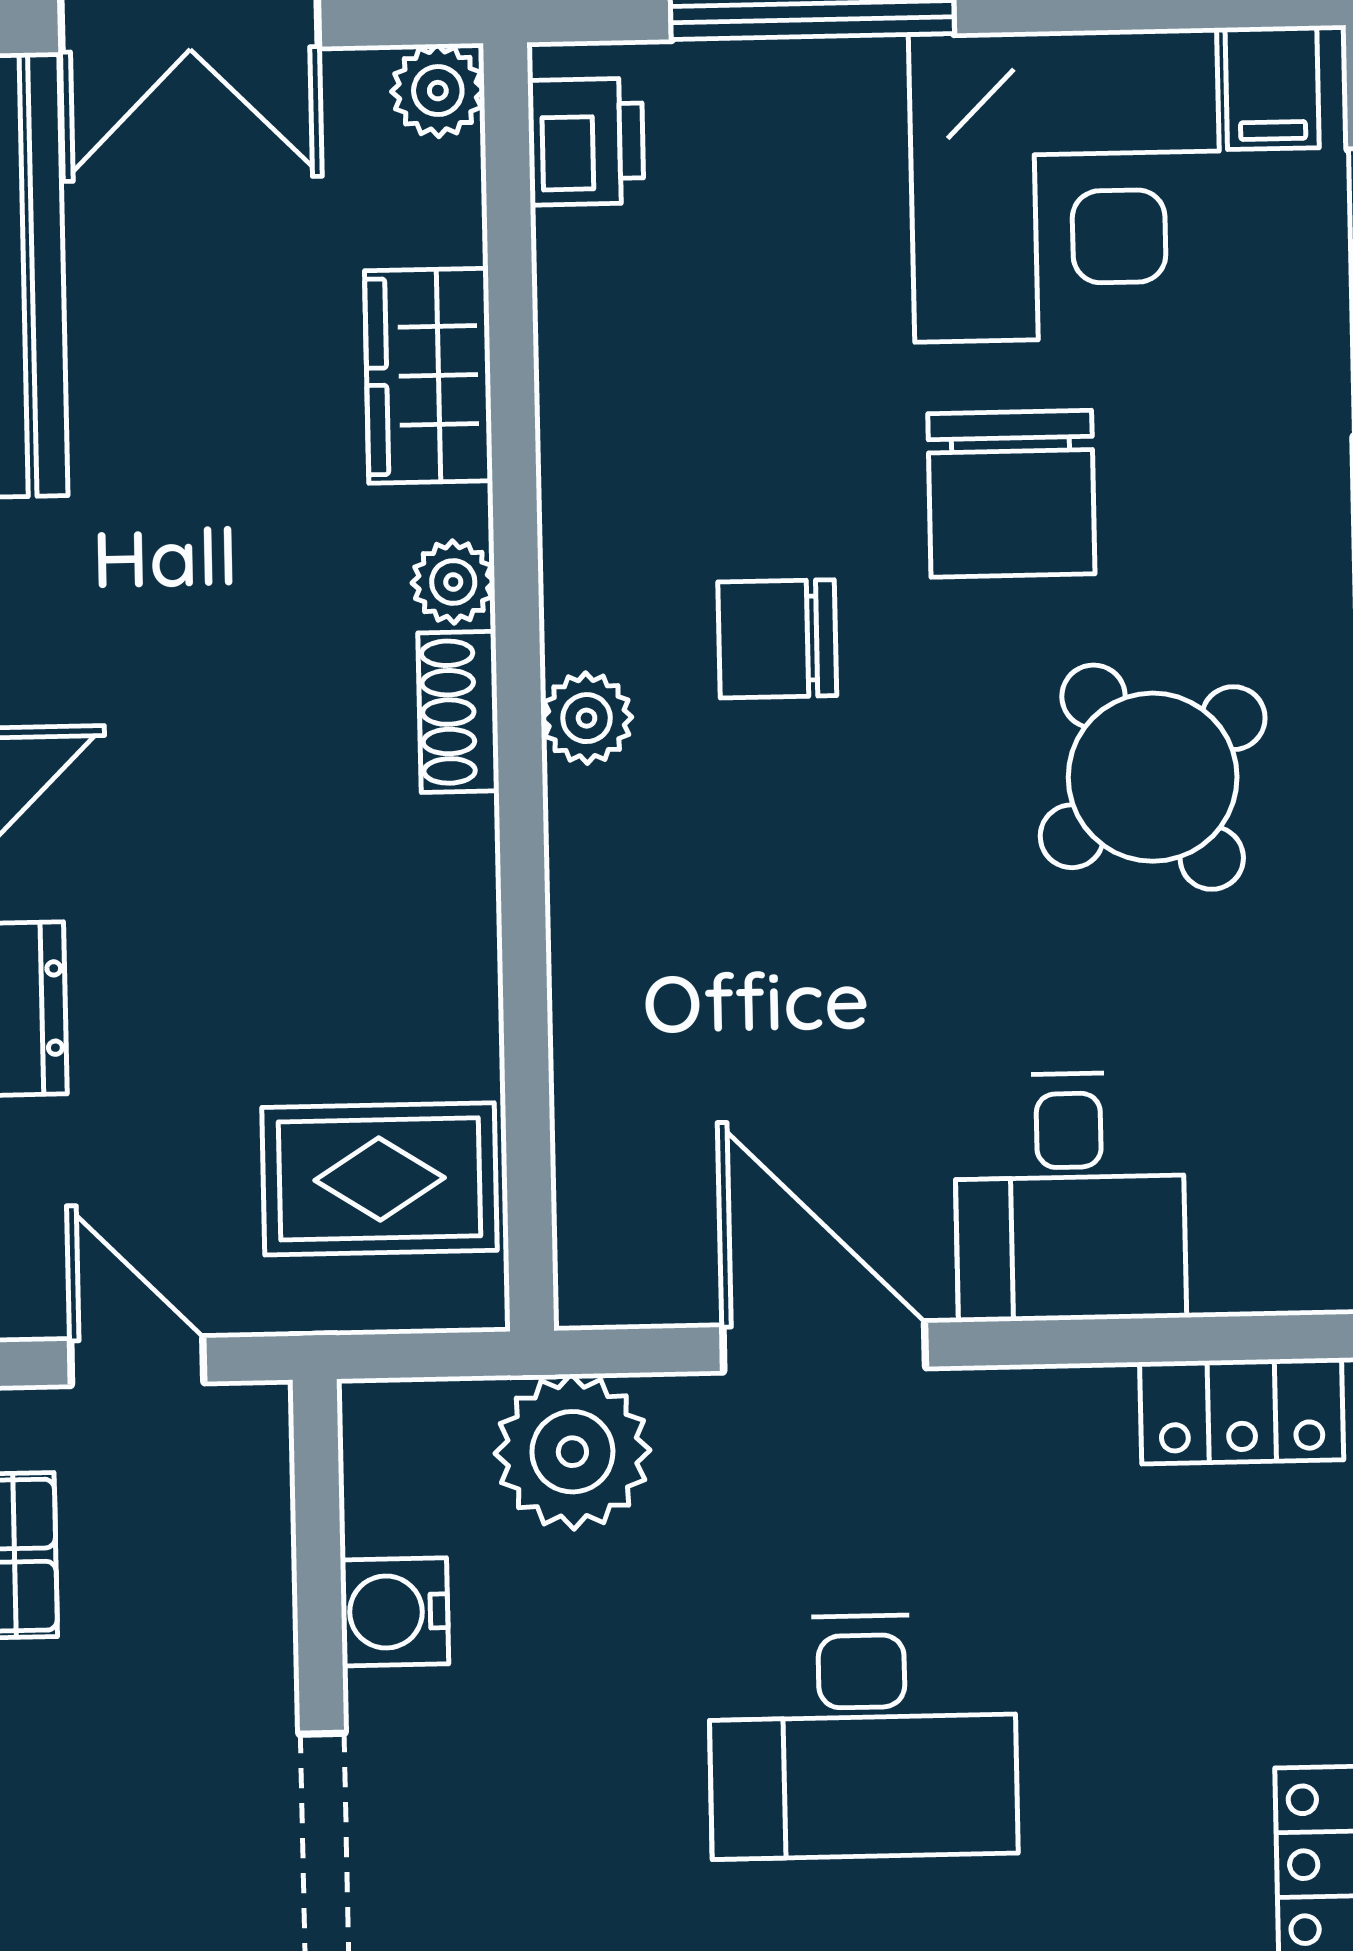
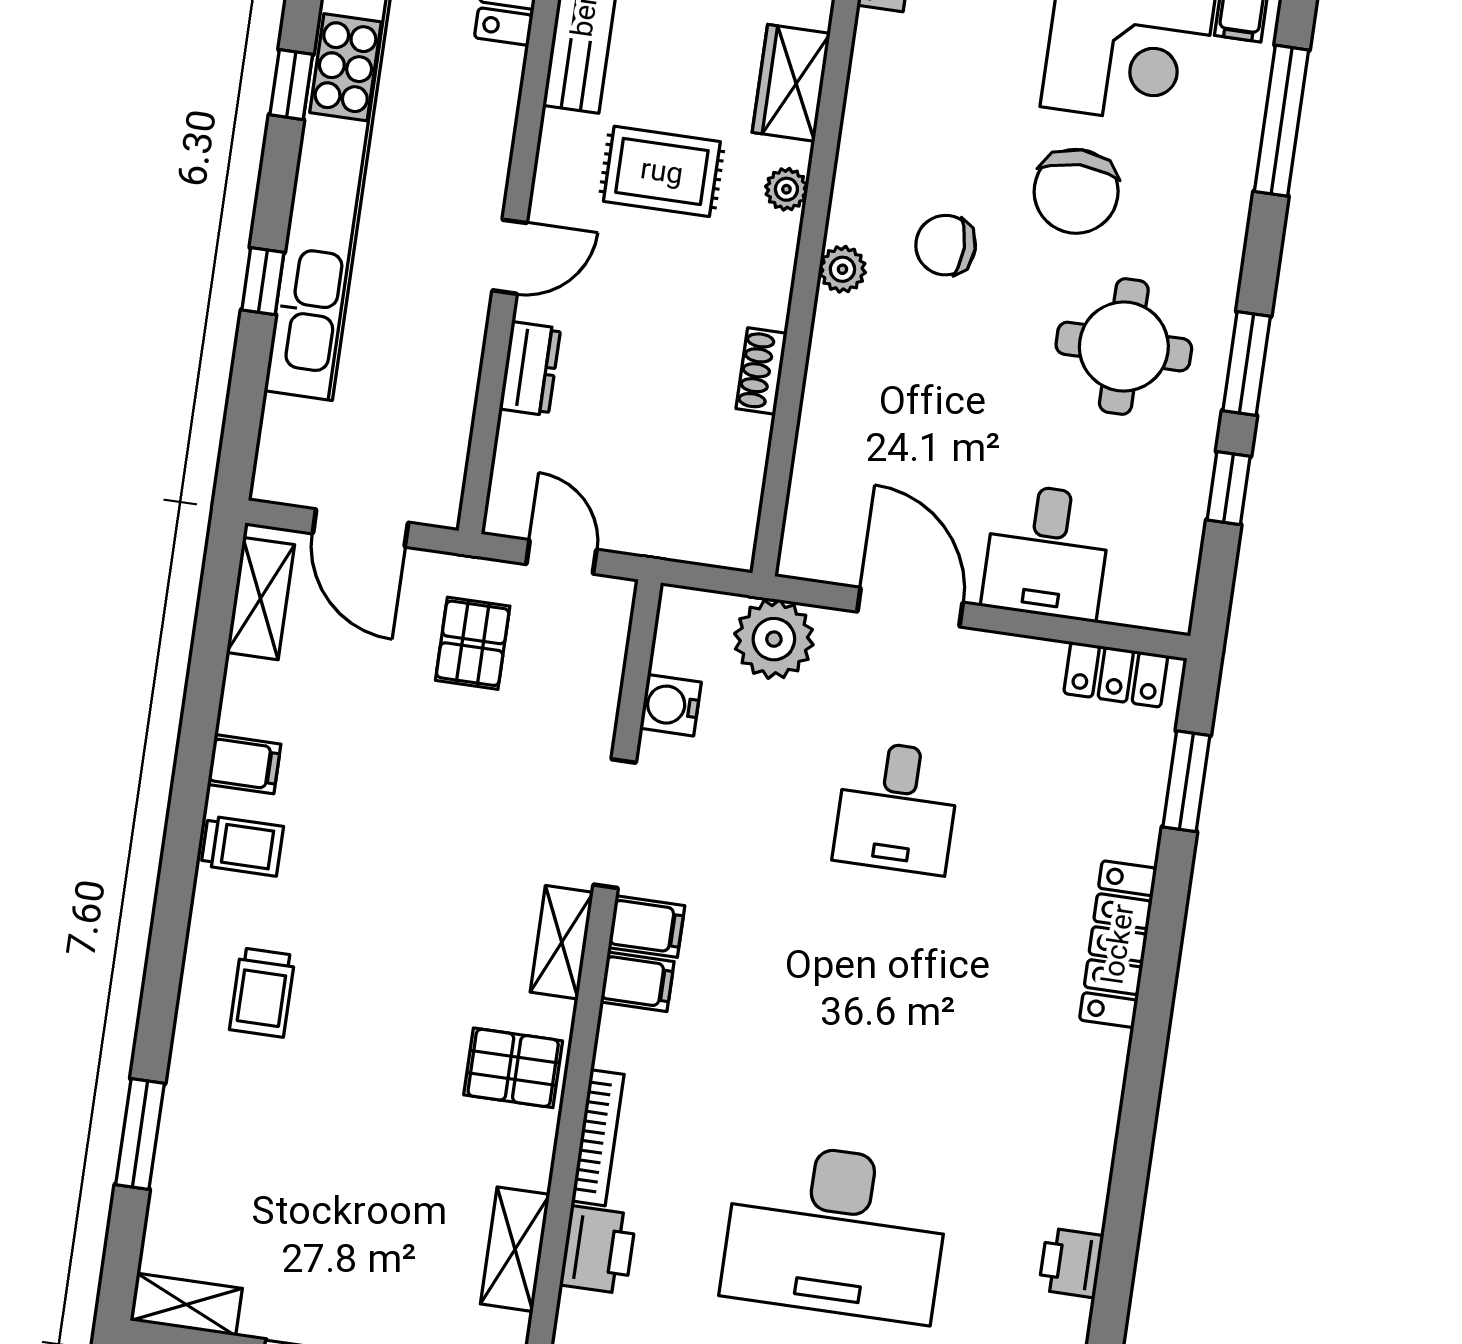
shoe rack: (458, 712) -> (762, 371), moved
round table: (1153, 777) -> (1124, 347), turned 35
rug: (380, 1179) -> (662, 171), moved
desk: (863, 1736) -> (897, 807), width x0.73

